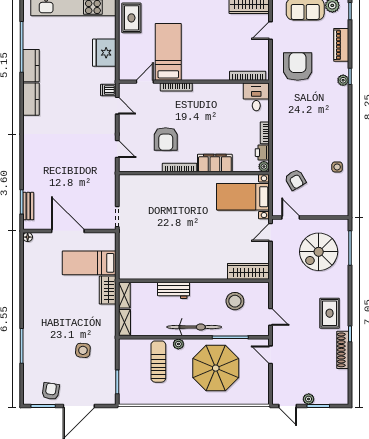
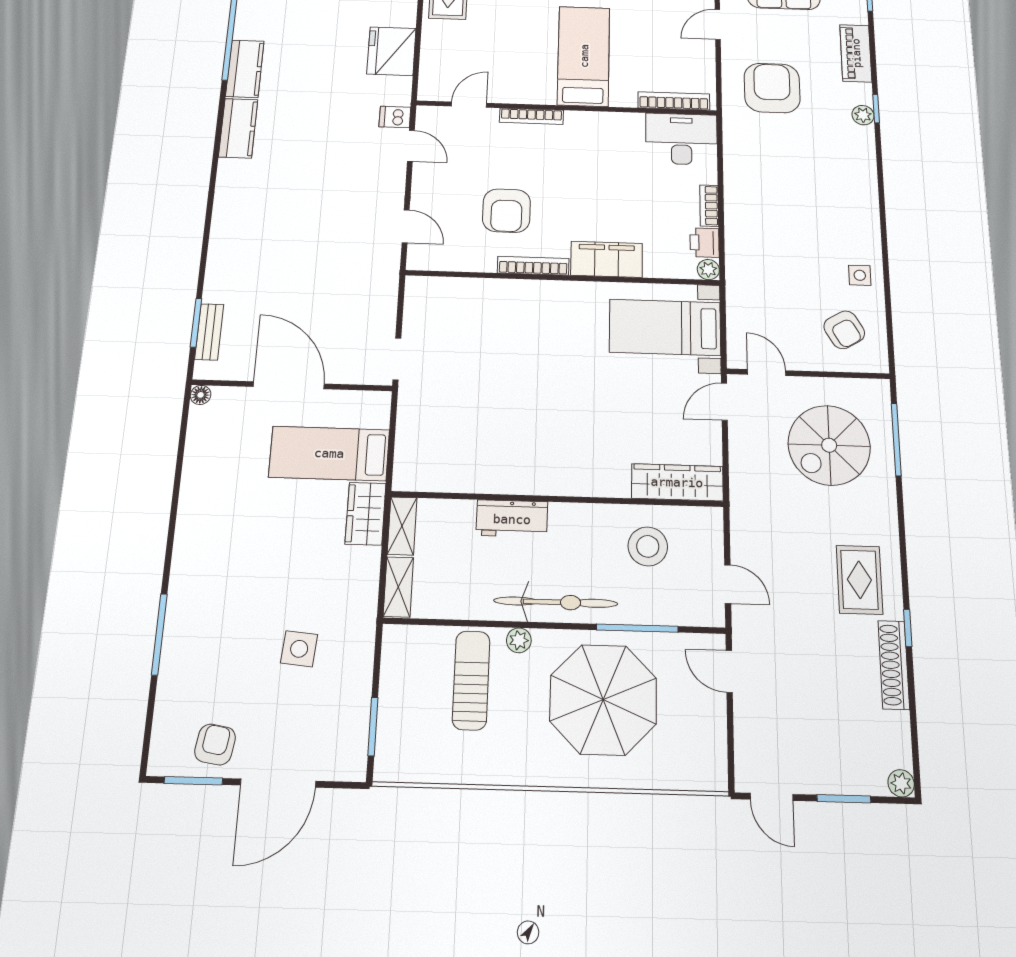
bed: (168, 52) -> (584, 56), moved
desk: (256, 97) -> (681, 139), width x1.37
armchair: (295, 180) -> (844, 330), moved
plant: (309, 399) -> (901, 783), moved

